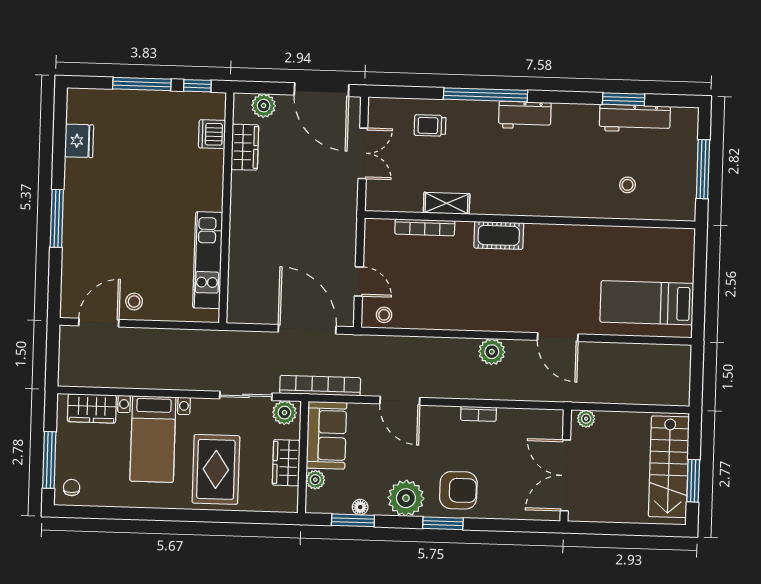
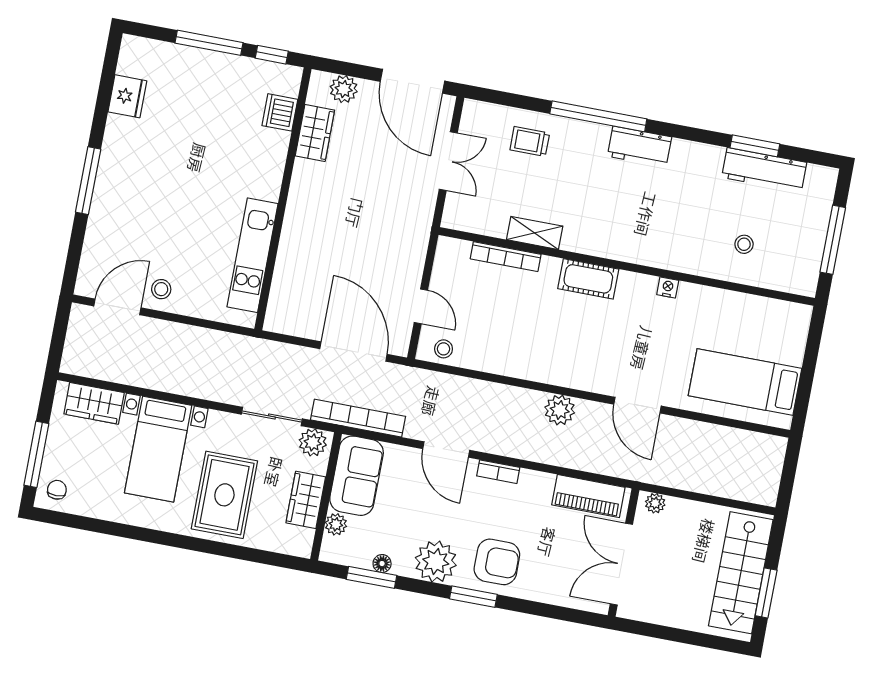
nightstand: (568, 232) -> (668, 287), added
bookcase: (479, 414) -> (498, 472), moved
piano: (528, 422) -> (588, 496), added

